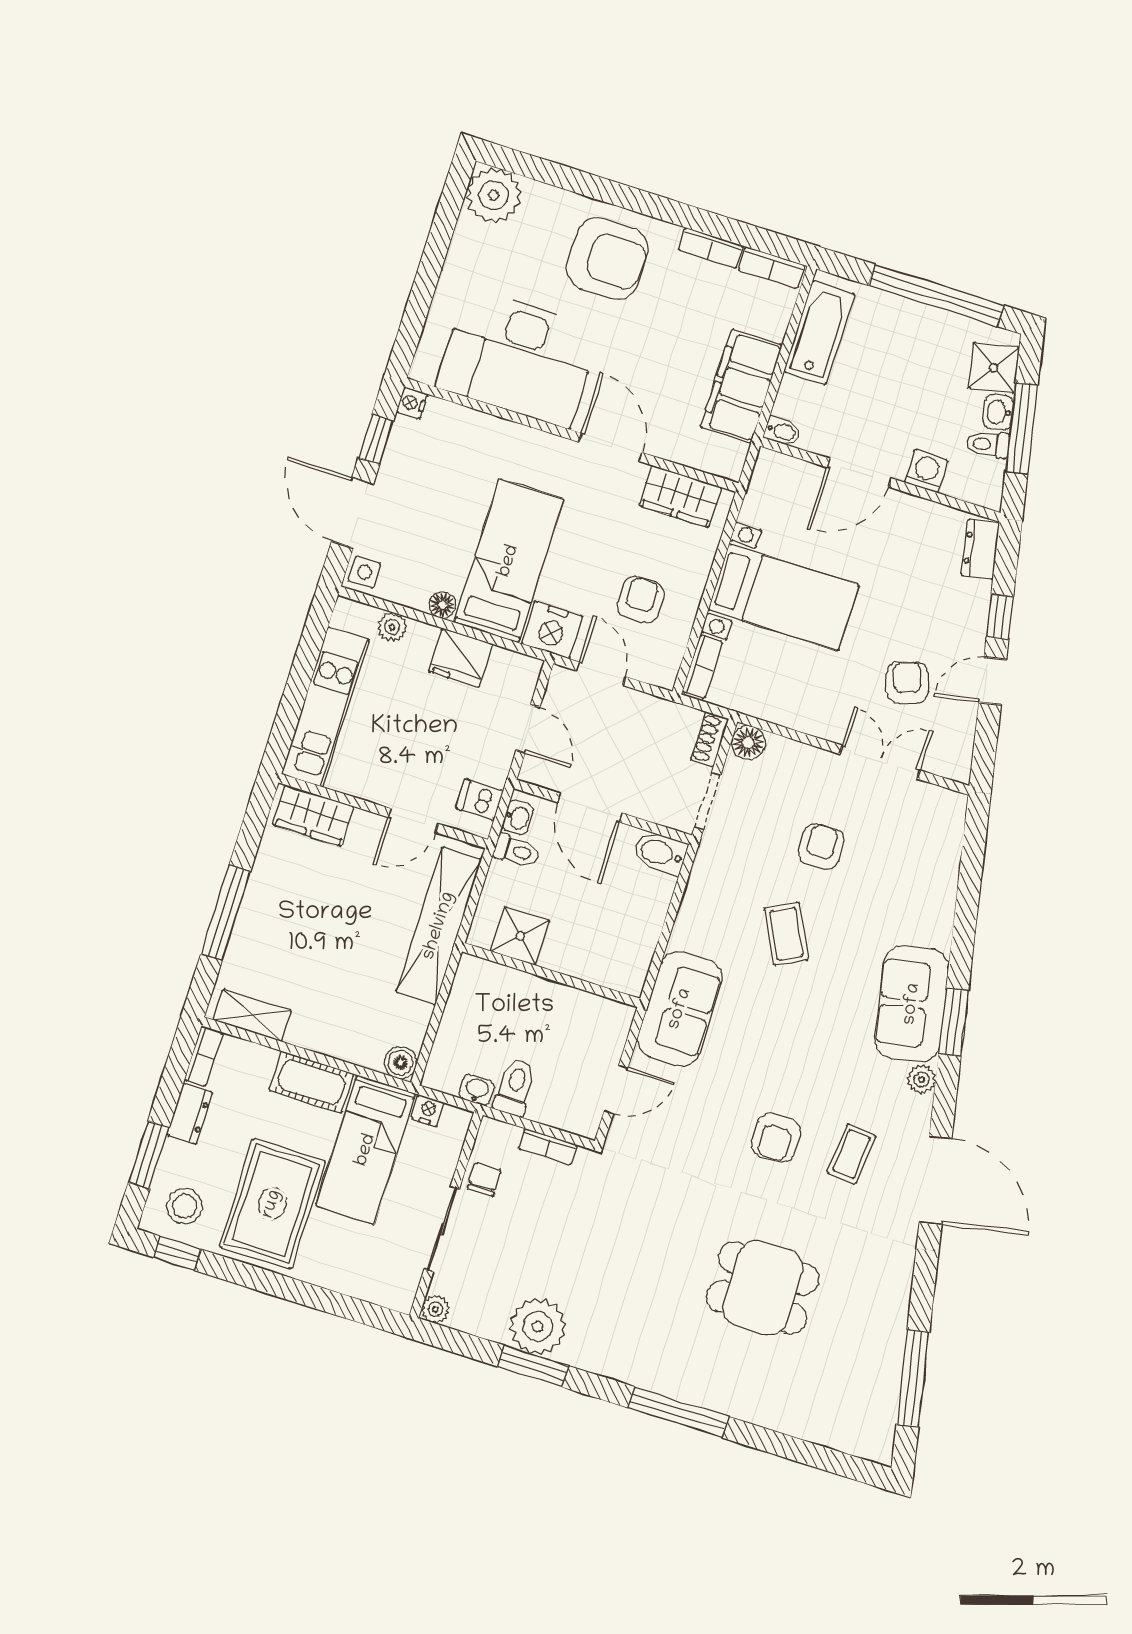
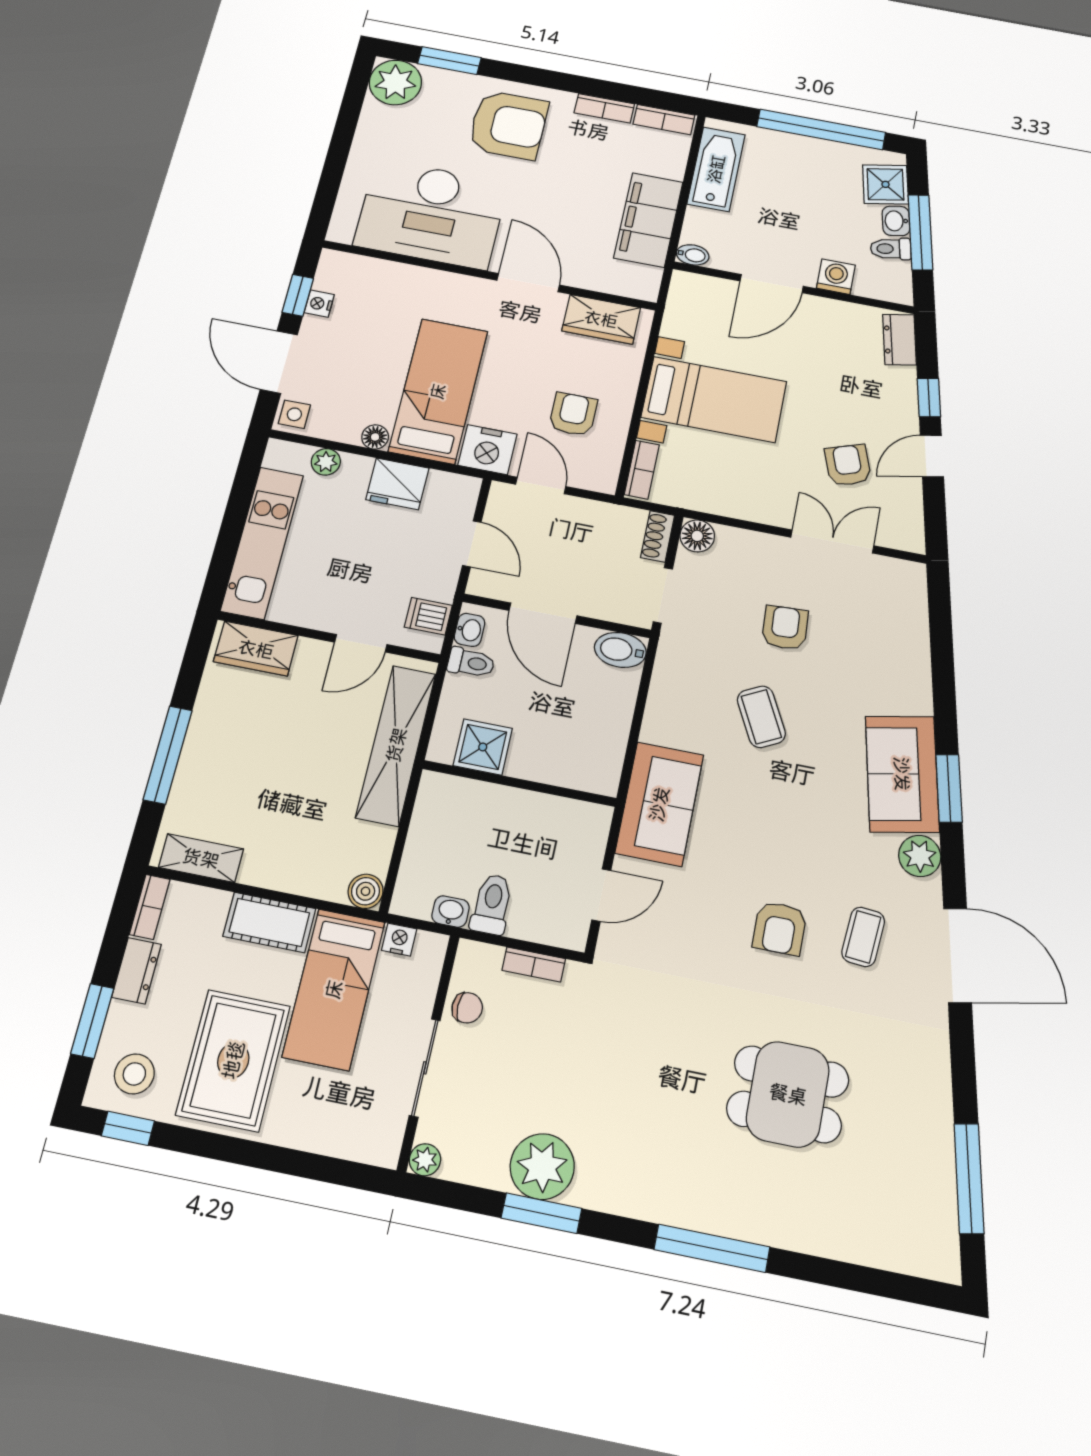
window: (553, 174) -> (449, 61), added
nightstand: (412, 403) -> (319, 304), moved
plant: (922, 1079) -> (920, 856), width x1.38, depth x1.38
chair: (484, 1180) -> (467, 1008), turned 90

